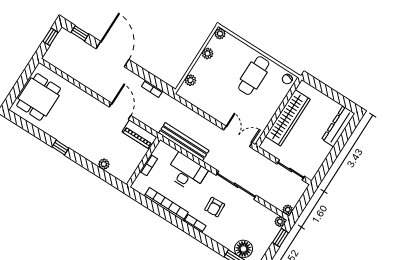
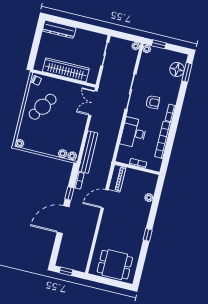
window: (80, 33) -> (69, 193), moved
plant: (207, 53) -> (72, 156), moved
cafe table: (254, 76) -> (43, 107), turned -56
bench: (184, 142) -> (88, 152), moved

